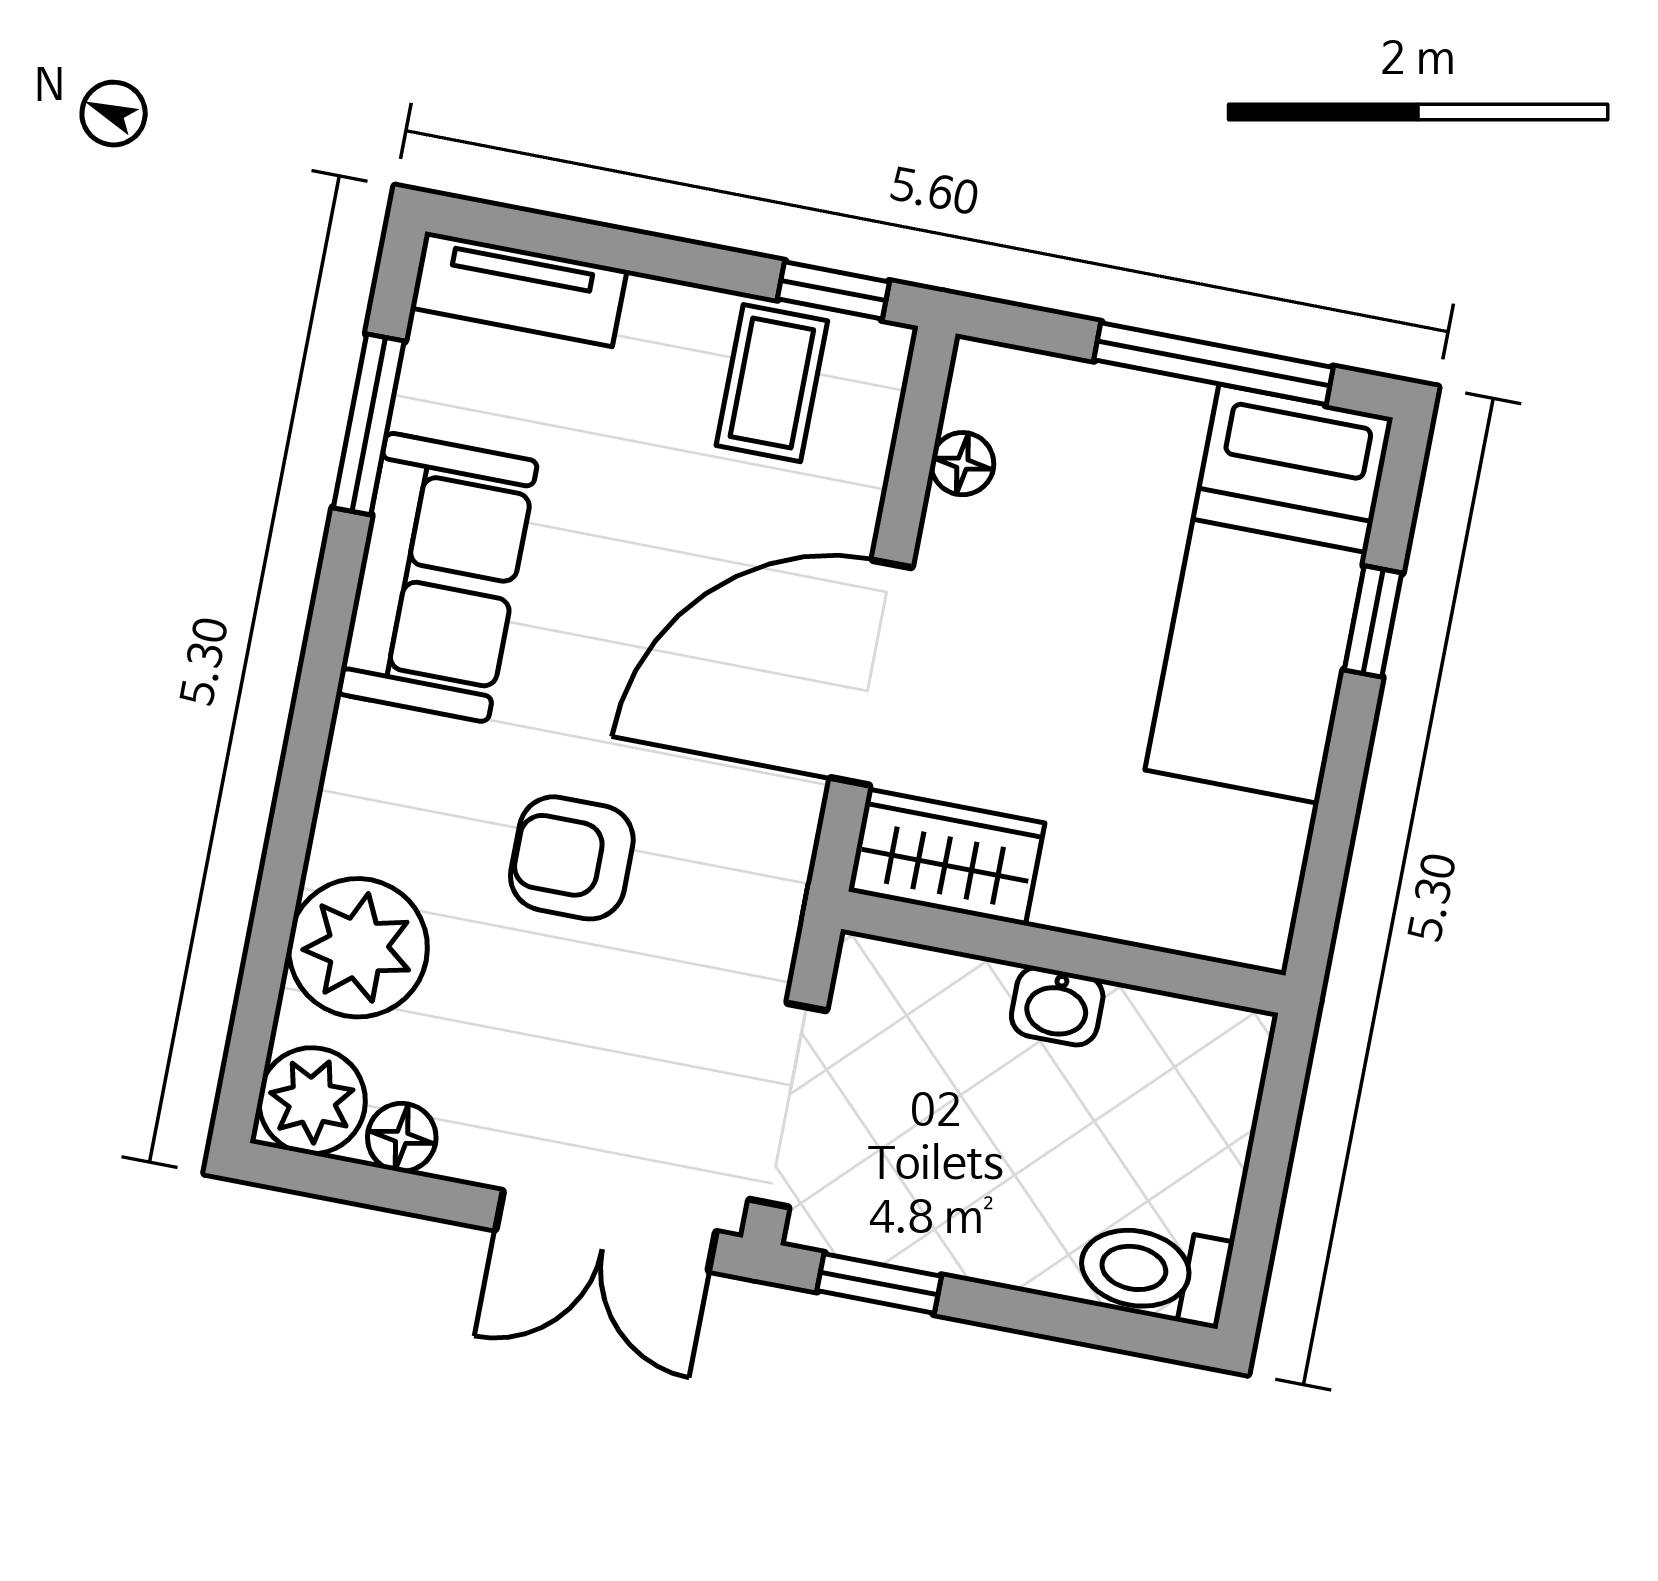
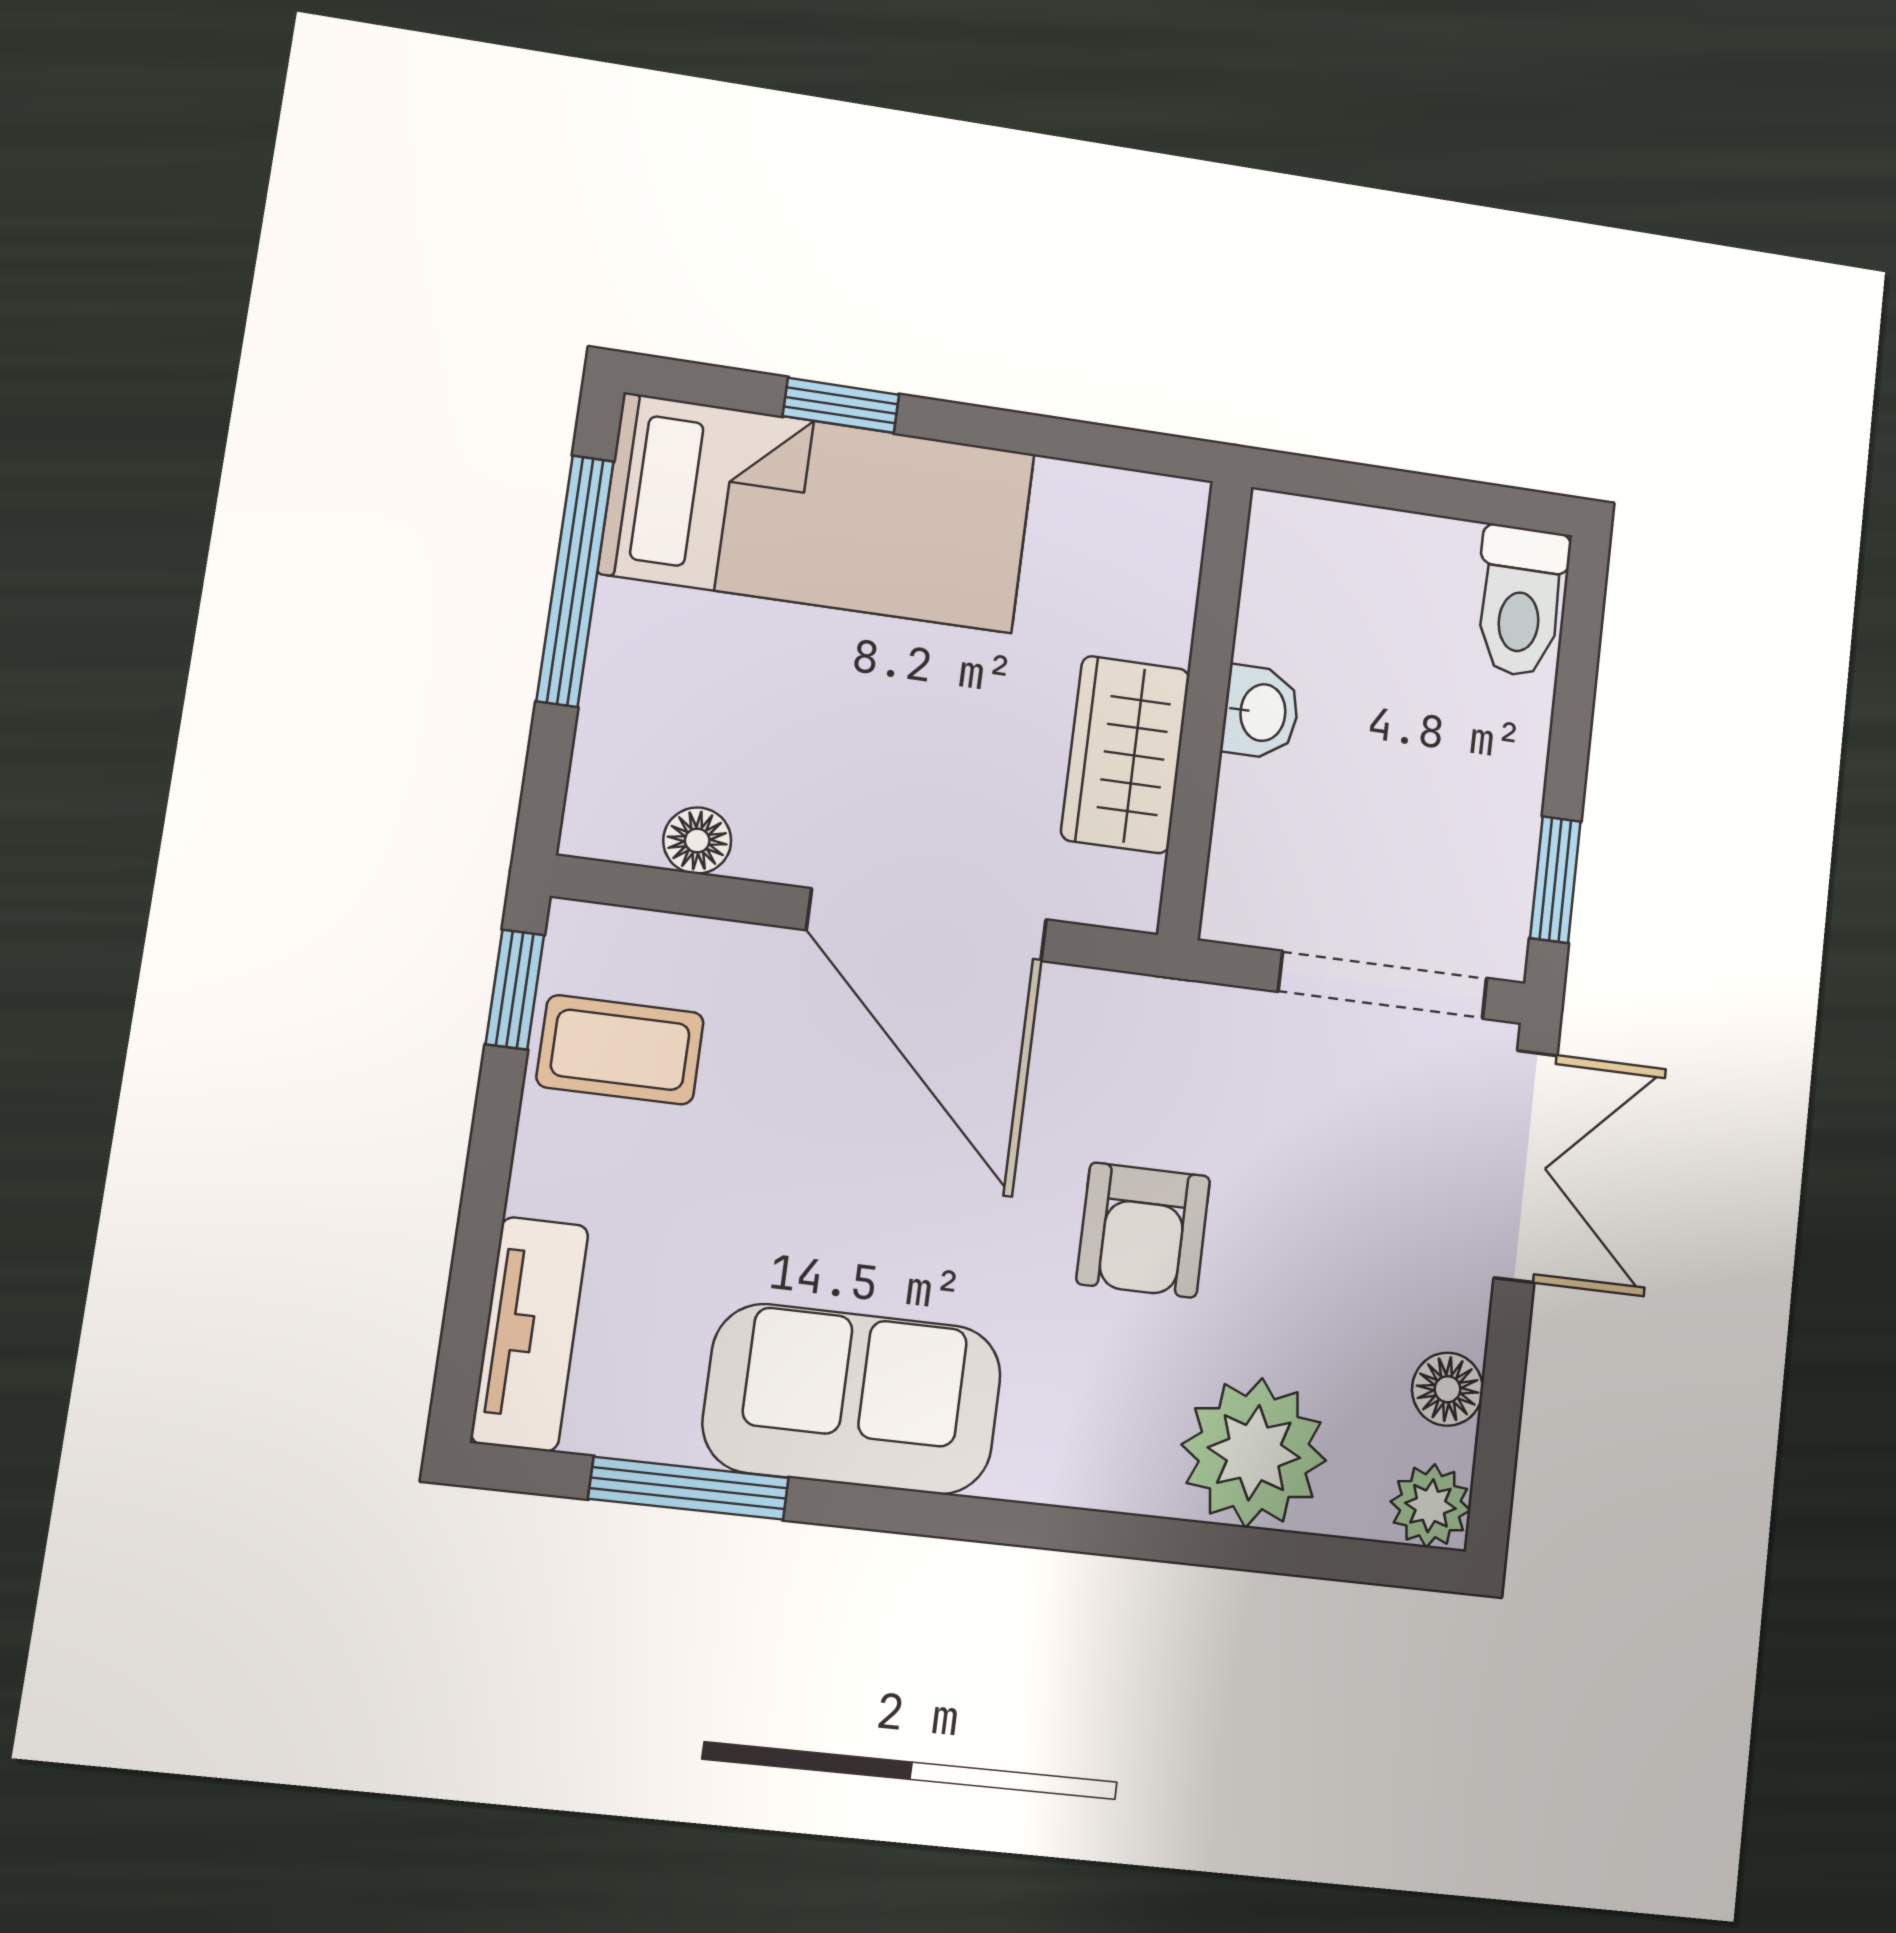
wardrobe: (947, 857) -> (1125, 754), moved
plant: (312, 1101) -> (1430, 1506), width x0.73, depth x0.73

